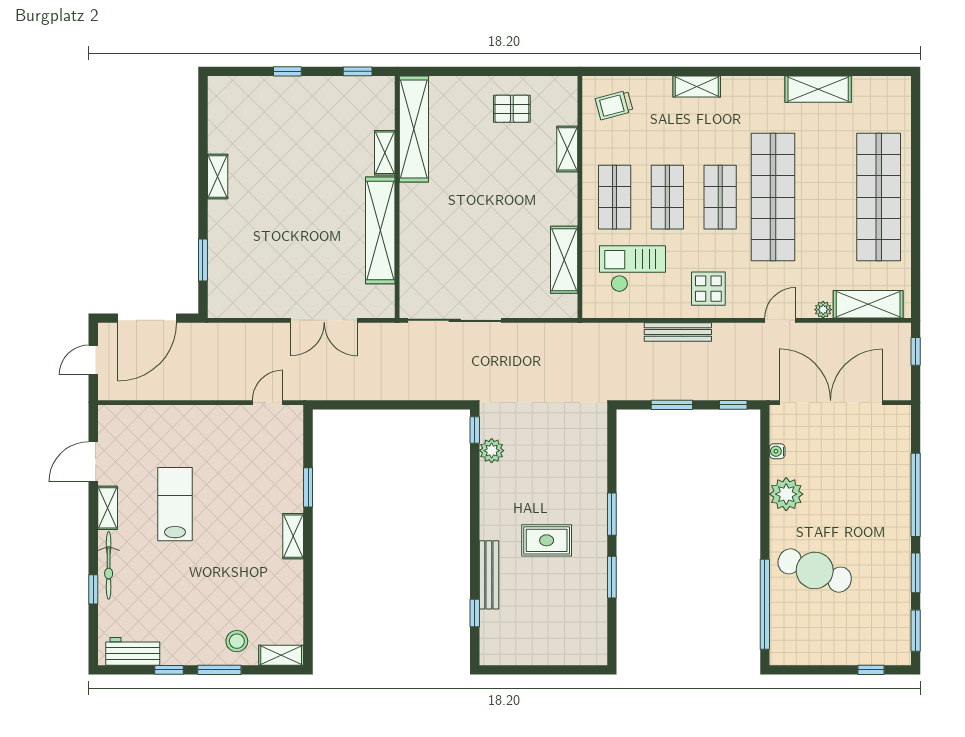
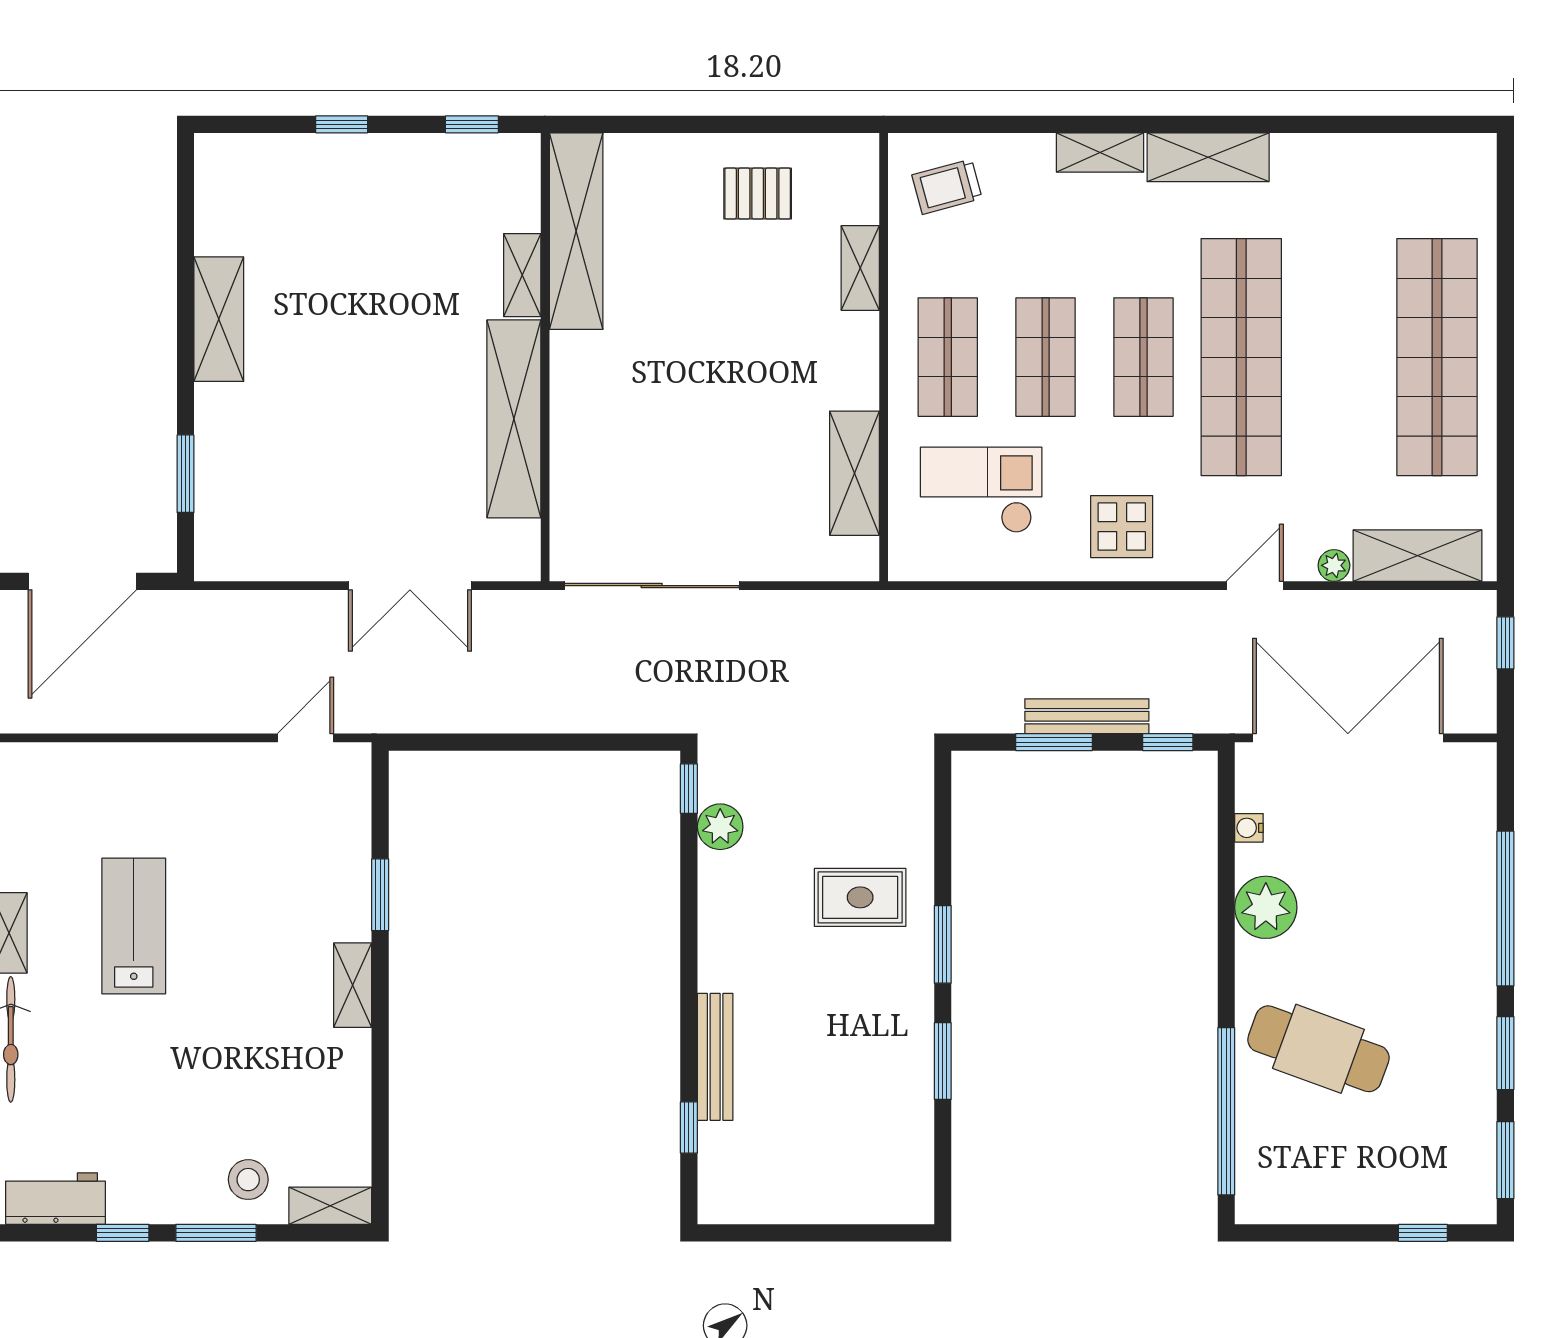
shelving: (818, 89) -> (1208, 157), moved
shelving: (218, 177) -> (219, 319), width x1.50, depth x1.33
bench: (678, 332) -> (1087, 716), moved
rug: (547, 540) -> (860, 897), moved

